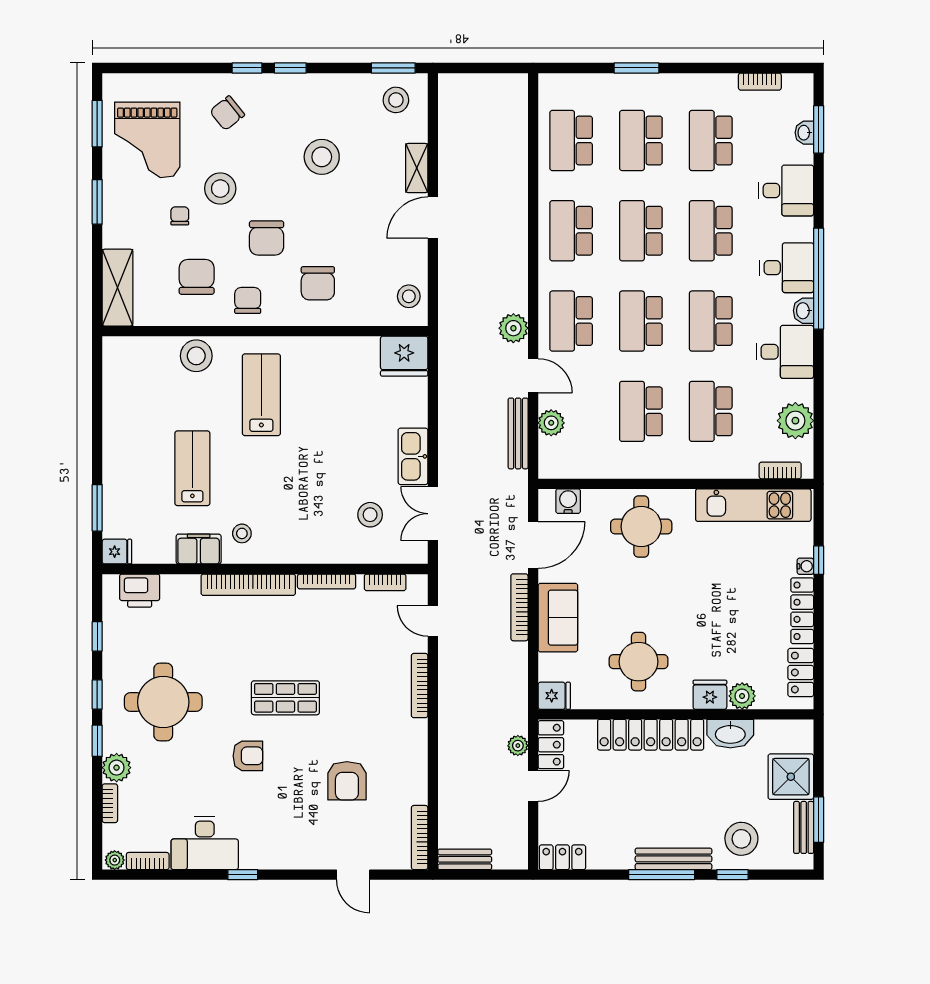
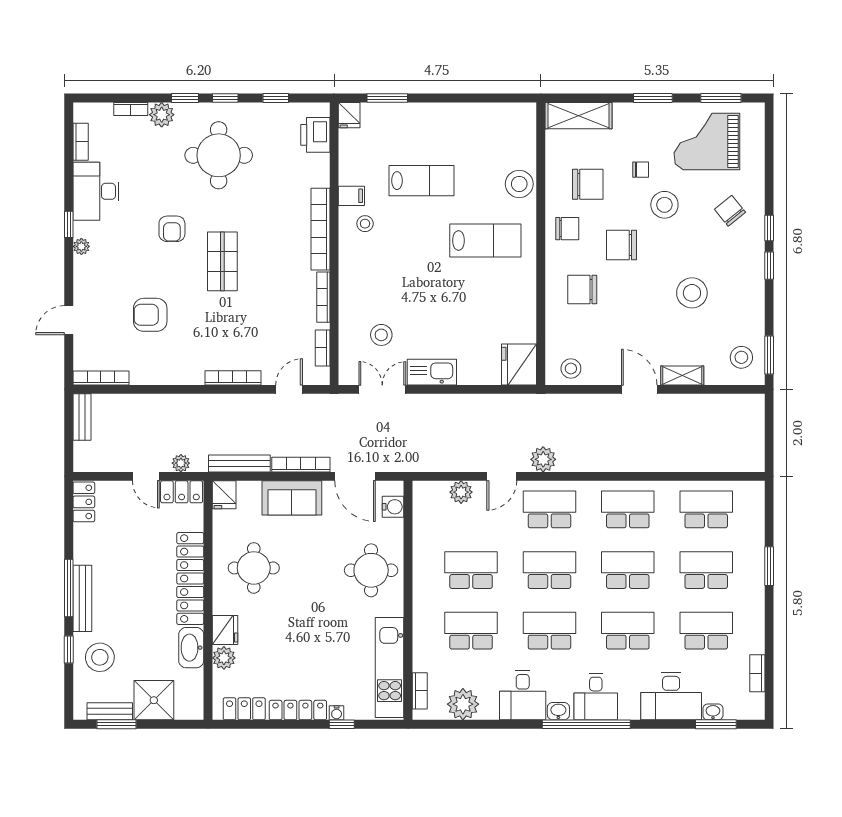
desk: (786, 190) -> (671, 696), width x1.37
bench: (518, 433) -> (239, 463), moved
filing cabinet: (199, 549) -> (351, 196), width x0.50
plant: (115, 860) -> (81, 246), moved

